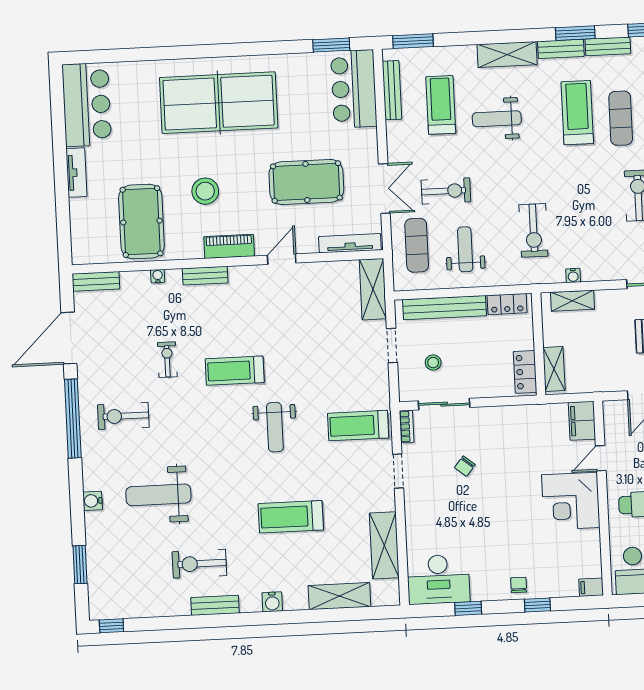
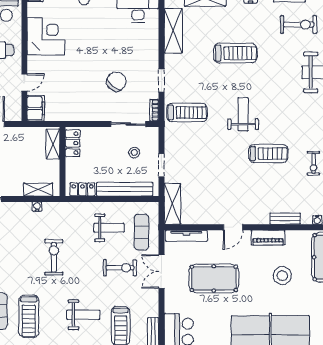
exercise bike: (446, 191) -> (120, 268), turned 180
exercise bike: (533, 230) -> (54, 257), moved
weight bench: (465, 249) -> (109, 228), turned -90
chair: (465, 466) -> (116, 82), width x1.87, depth x1.87
corner desk: (571, 501) -> (46, 36), moved

